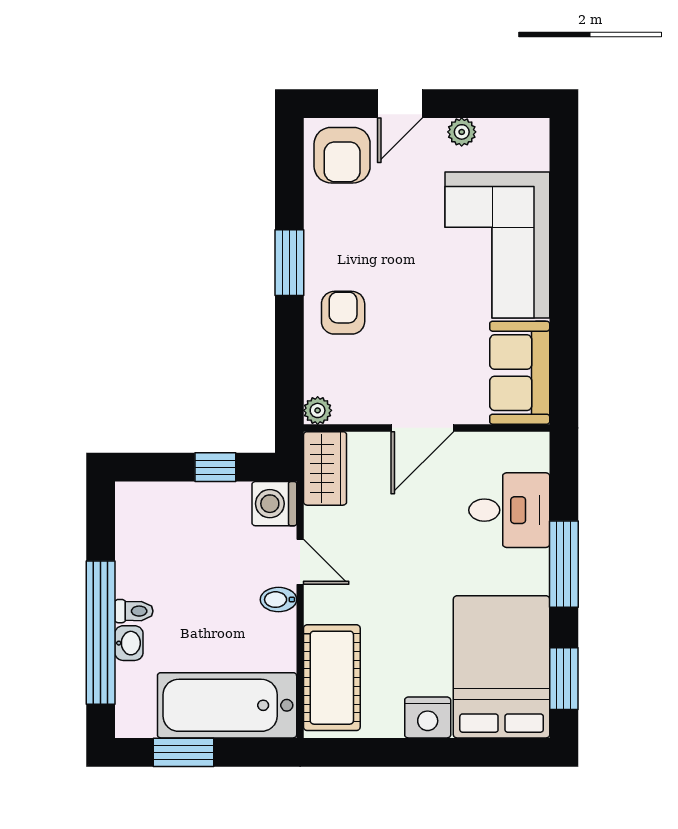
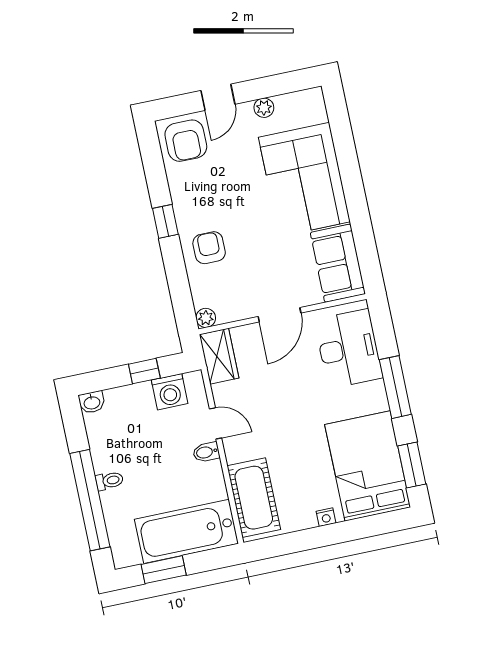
window: (289, 263) -> (165, 221), width x0.67
washing machine: (274, 504) -> (170, 392), moved, turned -90
desk: (509, 510) -> (348, 349), width x1.37
washbasin: (129, 643) -> (92, 402), moved, turned 90
nightstand: (428, 717) -> (326, 517), width x0.53, depth x0.56

